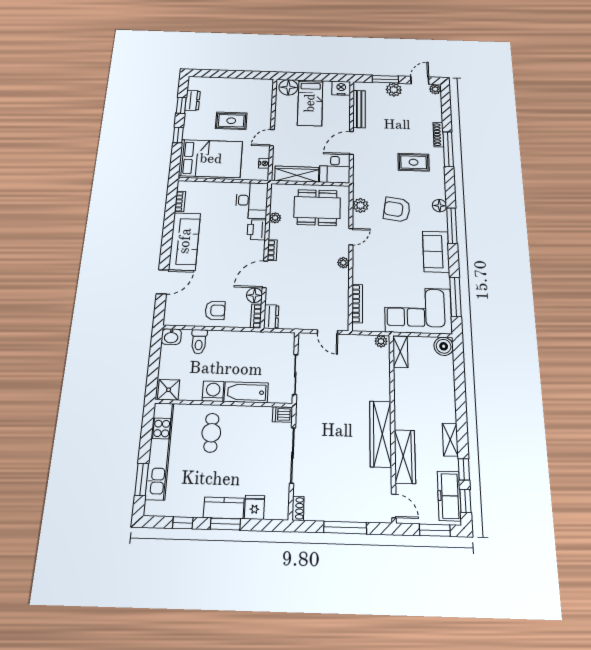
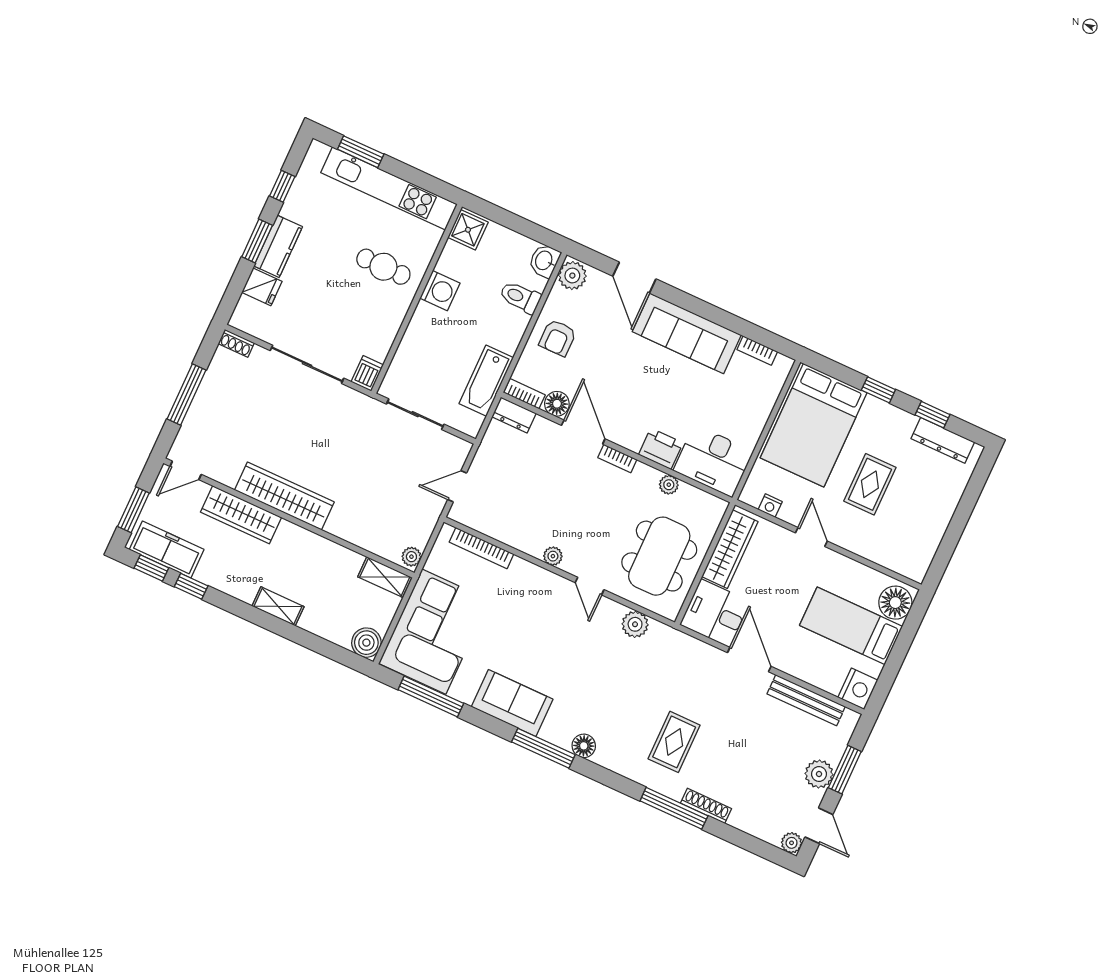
dresser: (193, 100) -> (943, 440), width x1.44
armchair: (397, 210) -> (605, 677), removed
plant: (174, 317) -> (572, 276), added
bathtub: (246, 392) -> (486, 381), moved, turned 180
shelving: (450, 440) -> (278, 606), moved

